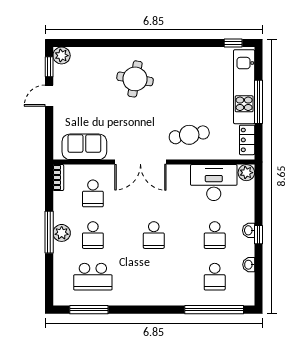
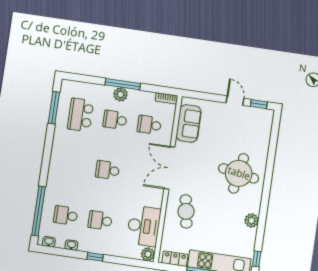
plant: (62, 56) -> (252, 220), moved
round table: (135, 79) -> (239, 173), width x1.36, depth x1.36
washbasin: (249, 230) -> (49, 242), moved

